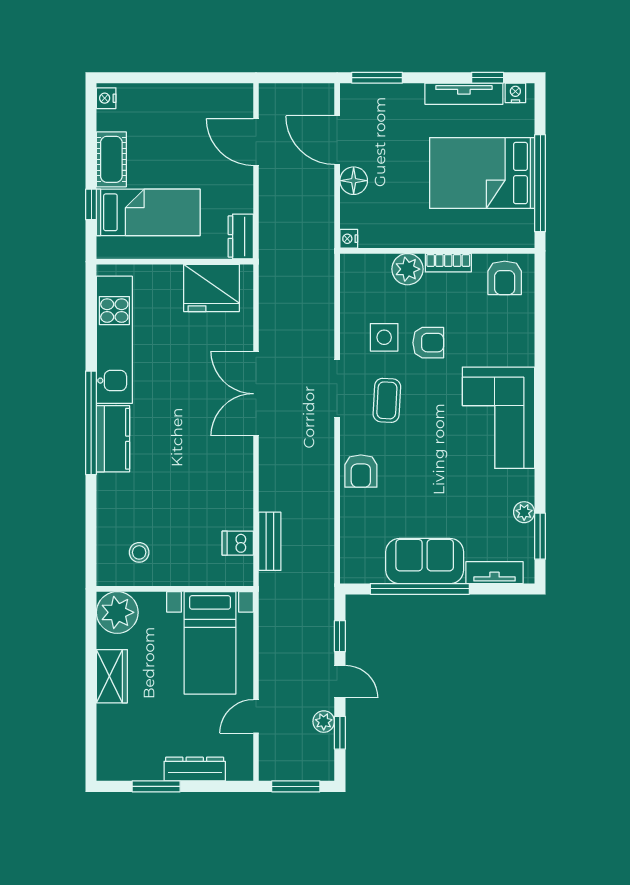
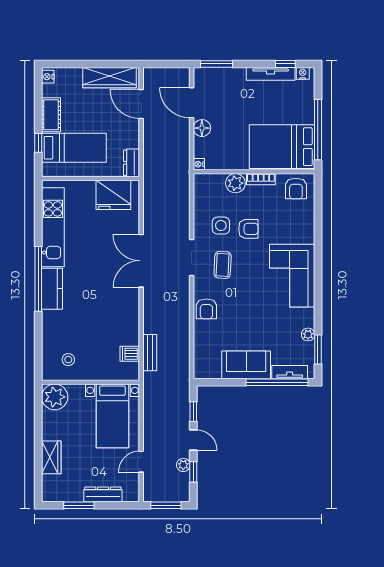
wardrobe: (205, 100) -> (110, 78), added
bed: (482, 173) -> (282, 147), moved
window: (420, 589) -> (277, 382), moved
wardrobe: (112, 676) -> (51, 457), moved

